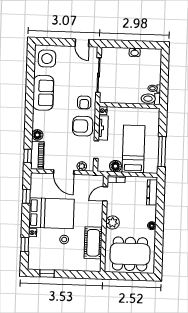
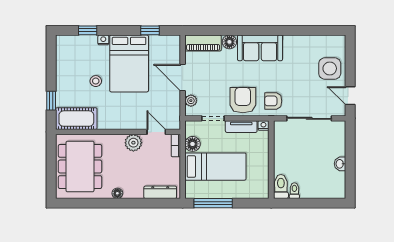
door: (82, 43) -> (350, 96), hinge flipped
side table: (47, 59) -> (330, 68), moved
sofa: (43, 93) -> (260, 48), moved
window: (28, 156) -> (202, 30), removed
door: (64, 172) -> (183, 77), hinge flipped
plant: (113, 223) -> (133, 143), moved
cot: (93, 243) -> (76, 119), moved
window: (47, 273) -> (51, 101), moved

